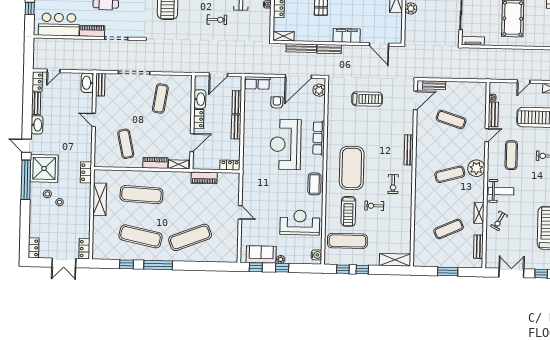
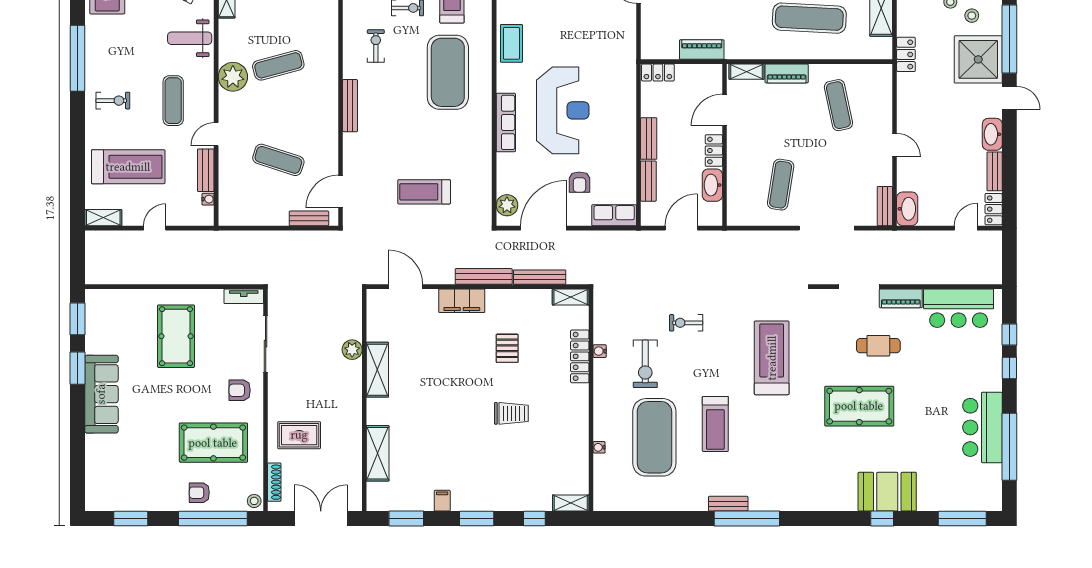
bench: (329, 49) -> (484, 276), width x1.36

